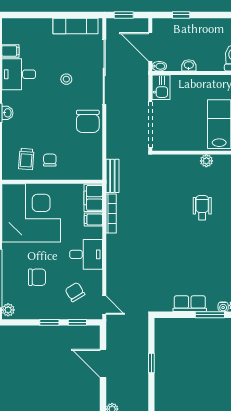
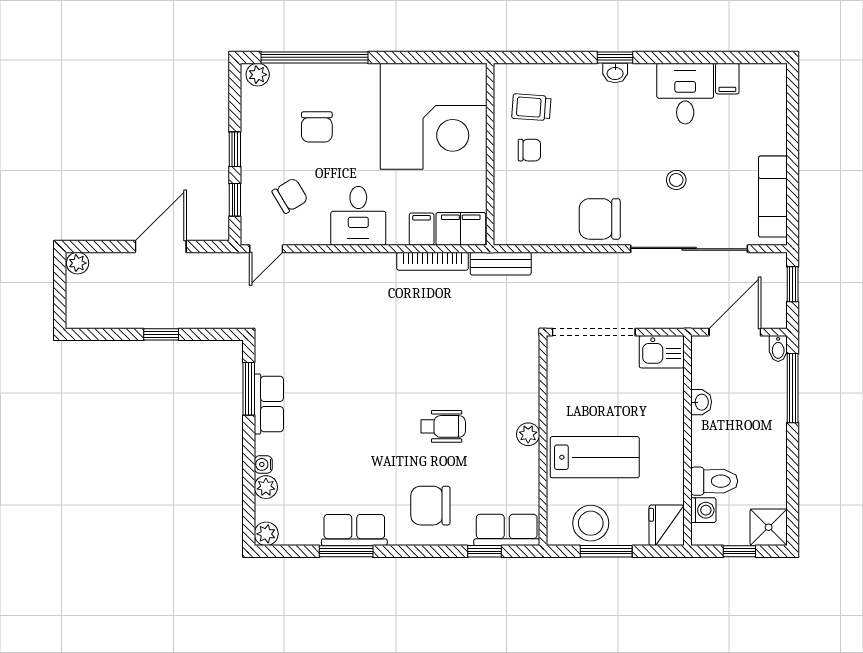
window: (181, 15) -> (793, 388), width x2.17
bidet: (159, 66) -> (778, 349), moved
window: (210, 315) -> (249, 389), moved

